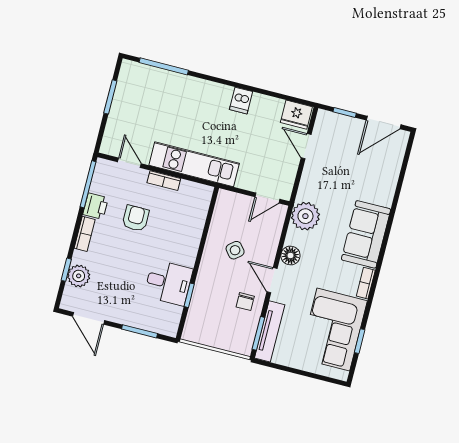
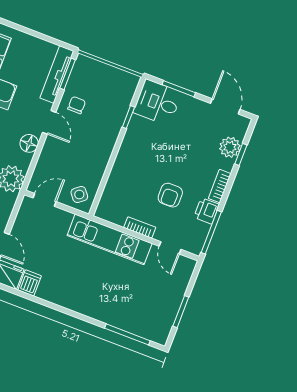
dishwasher: (241, 101) -> (30, 283), moved
side table: (235, 250) -> (79, 195), moved
desk: (168, 283) -> (157, 103), moved

